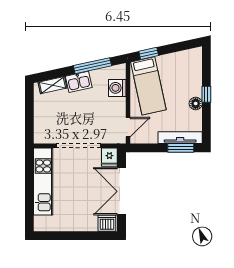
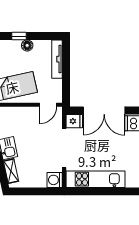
washing machine: (117, 88) -> (55, 180), moved, turned 90
door: (128, 127) -> (48, 105), swing flipped
window: (181, 148) -> (66, 59), removed

